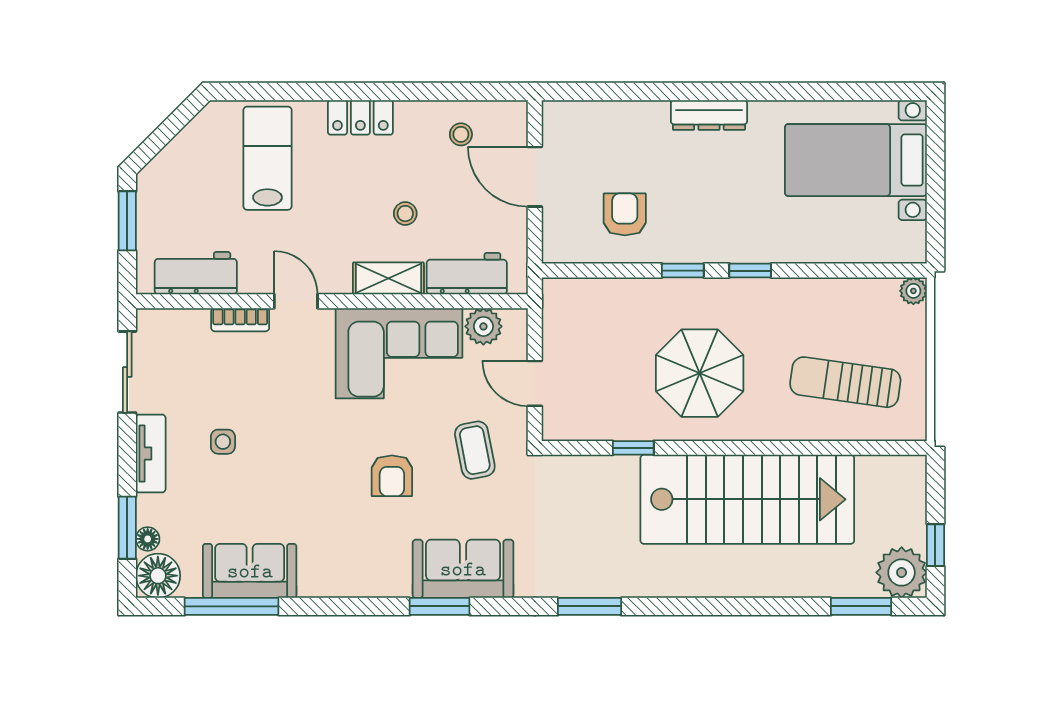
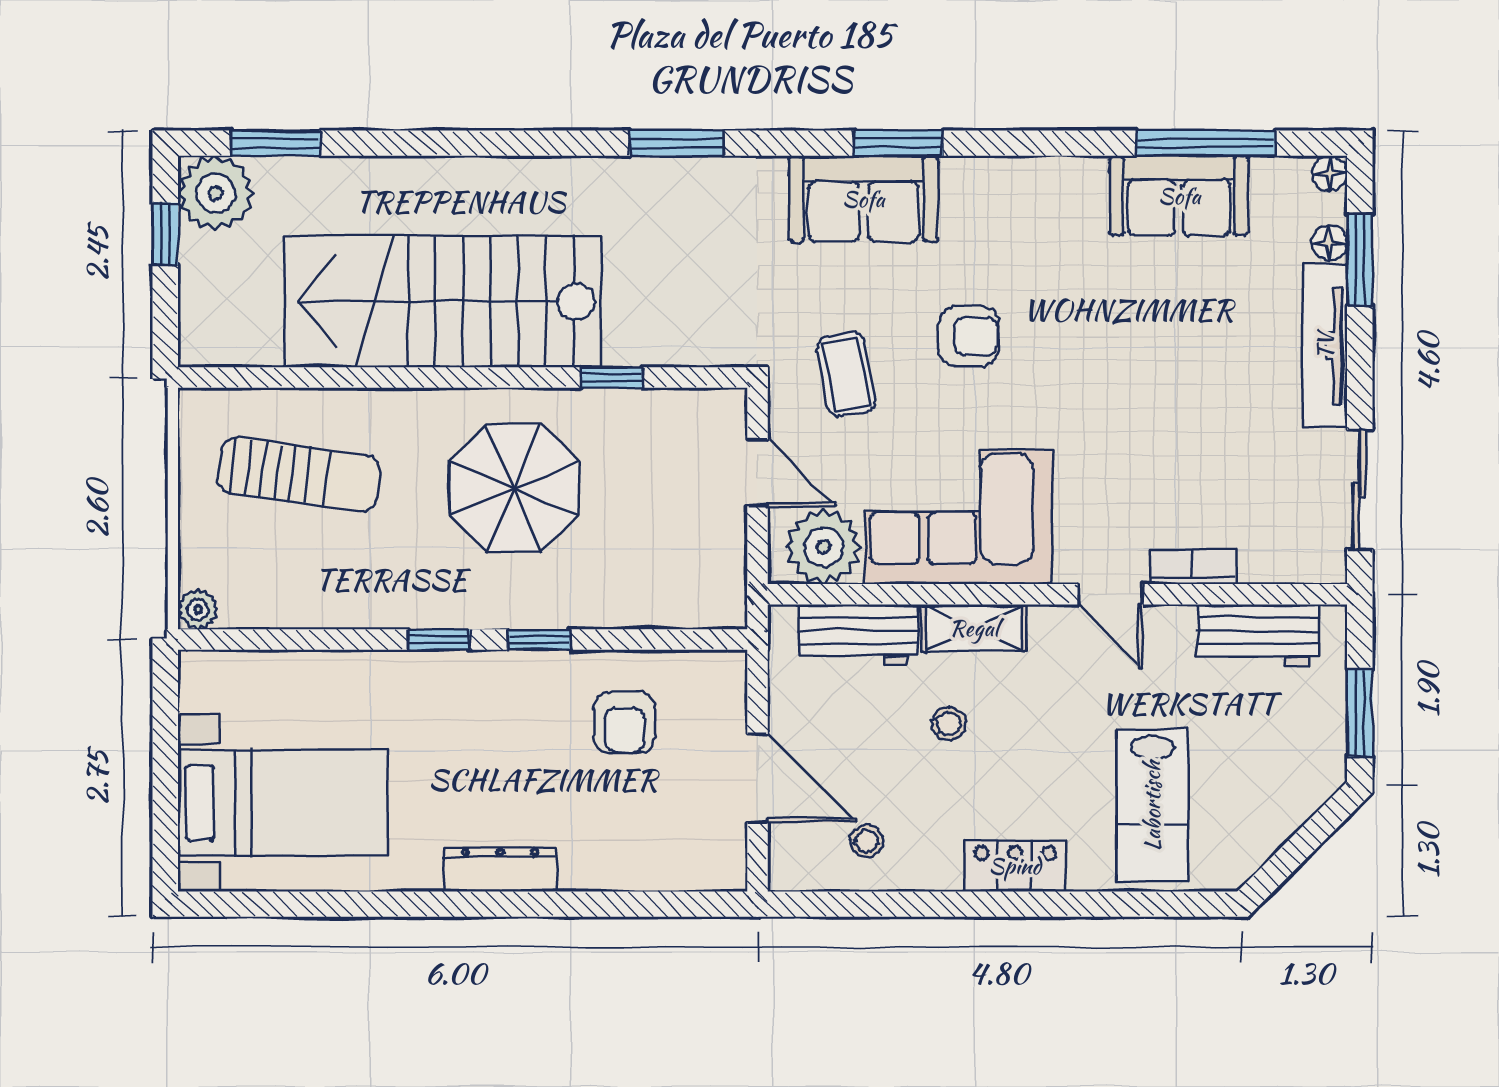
plant: (483, 326) -> (823, 547), width x1.36, depth x1.36
side table: (223, 442) -> (1218, 387), removed
tv unit: (151, 453) -> (1325, 346), width x1.41
armchair: (392, 476) -> (969, 336), turned 90
floor lamp: (158, 576) -> (1330, 173), width x0.53, depth x0.53

